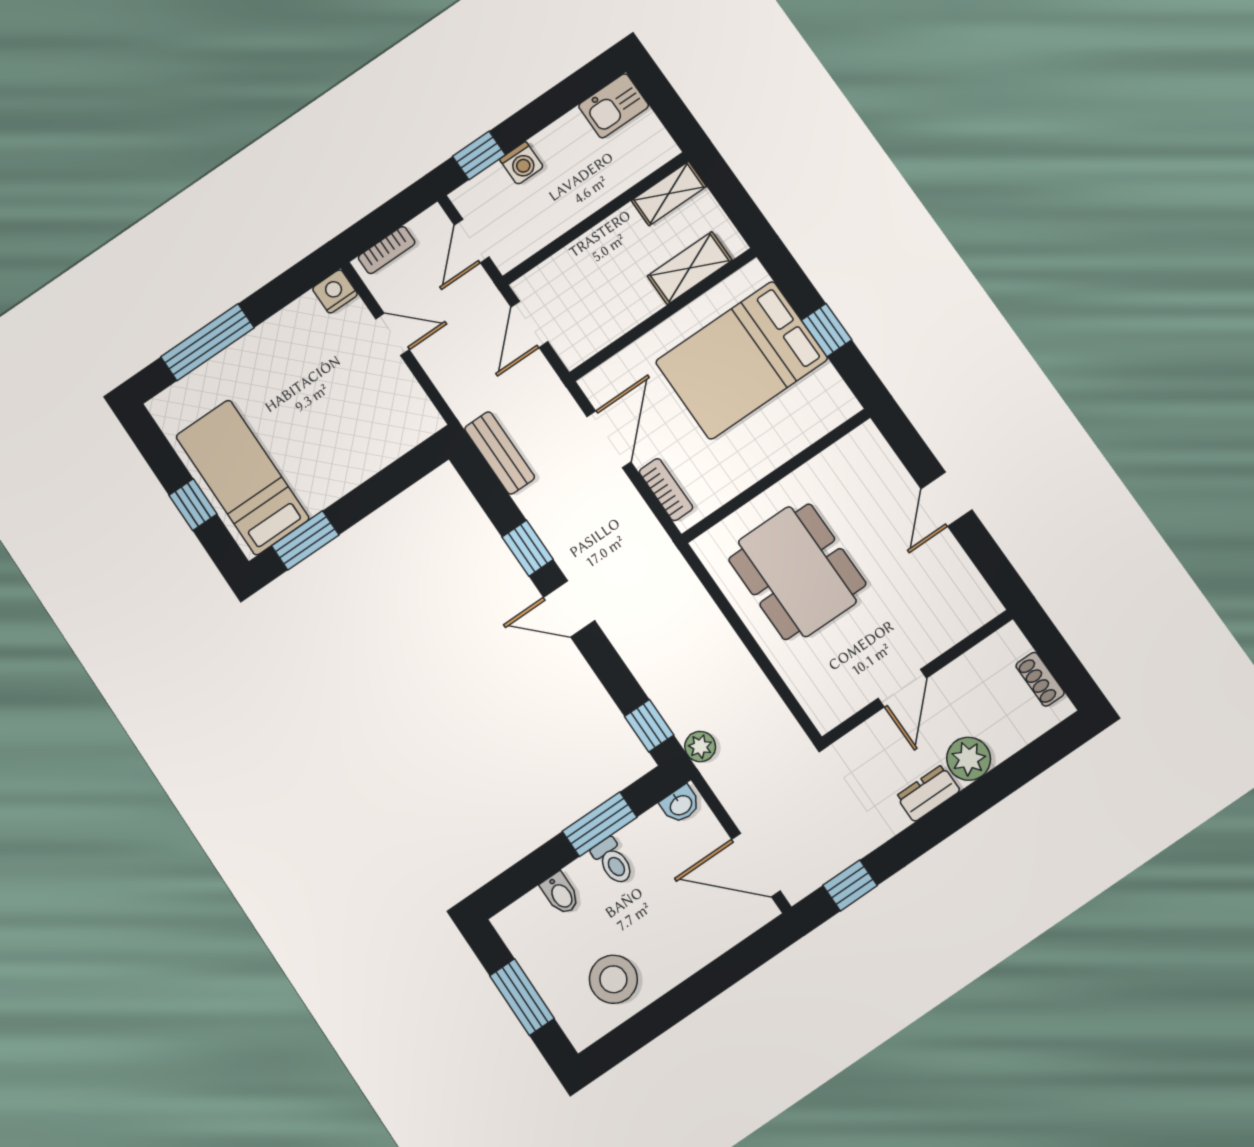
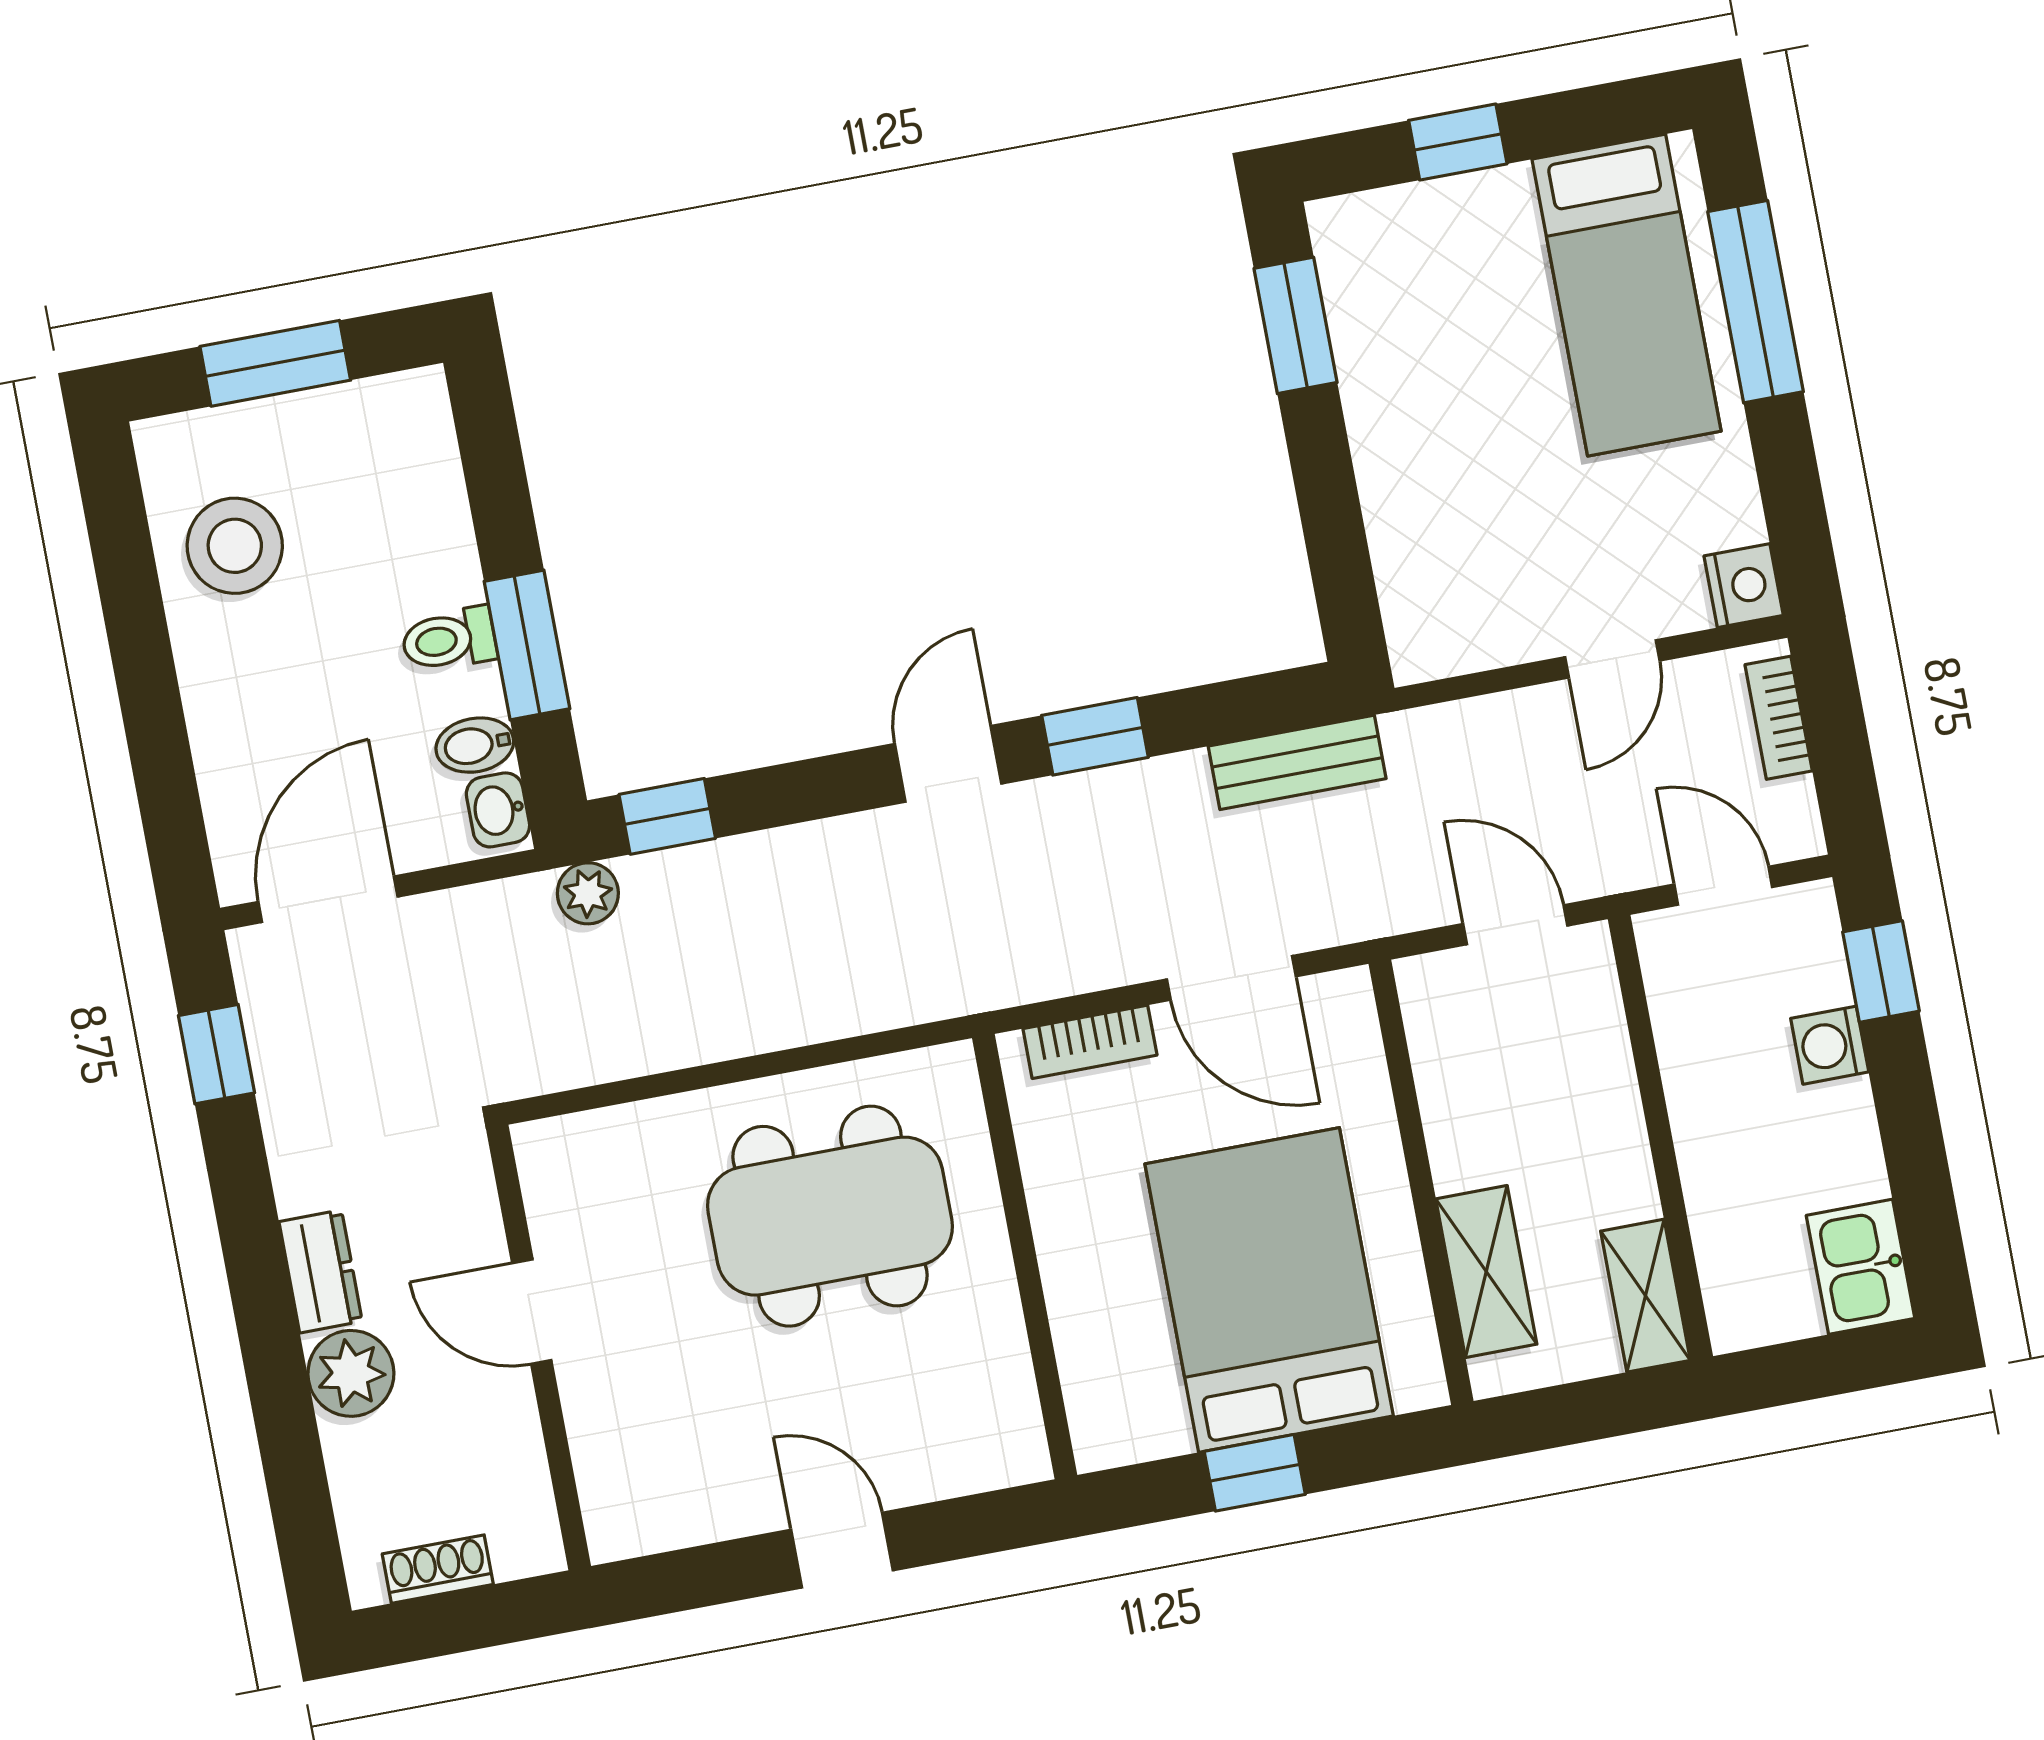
bed: (242, 477) -> (1627, 295), moved, turned 90
bidet: (560, 894) -> (475, 745), moved

